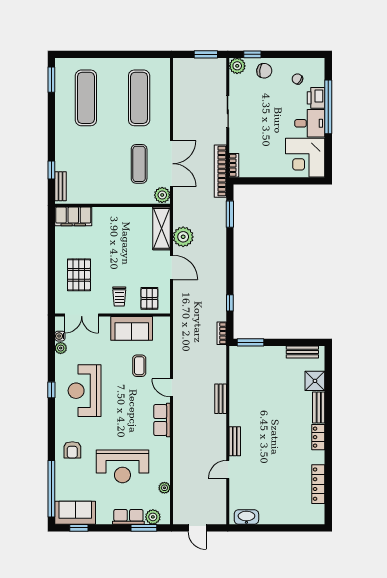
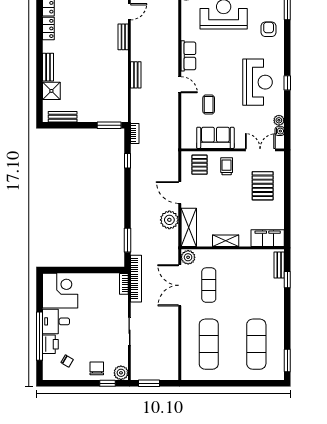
chair: (264, 71) -> (97, 368), turned 82
shelving: (120, 213) -> (226, 241), added
locker: (318, 437) -> (48, 28), moved

